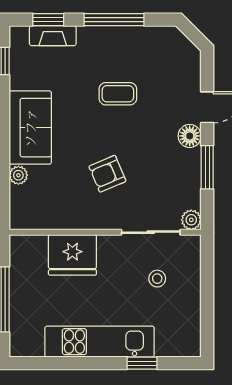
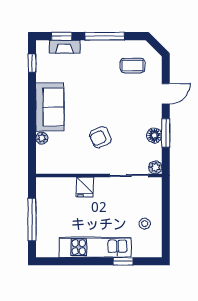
coffee table: (118, 94) -> (133, 65), moved
floor lamp: (190, 136) -> (154, 135), moved
fridge: (72, 255) -> (85, 187), width x0.53, depth x0.75
stool: (157, 279) -> (145, 224), moved

